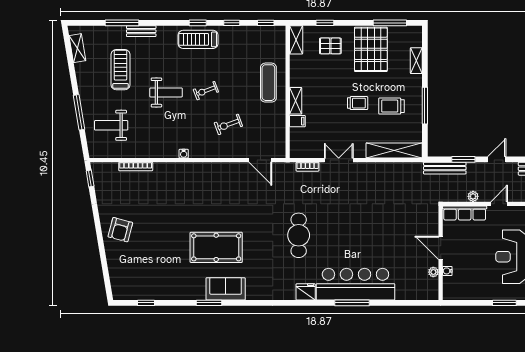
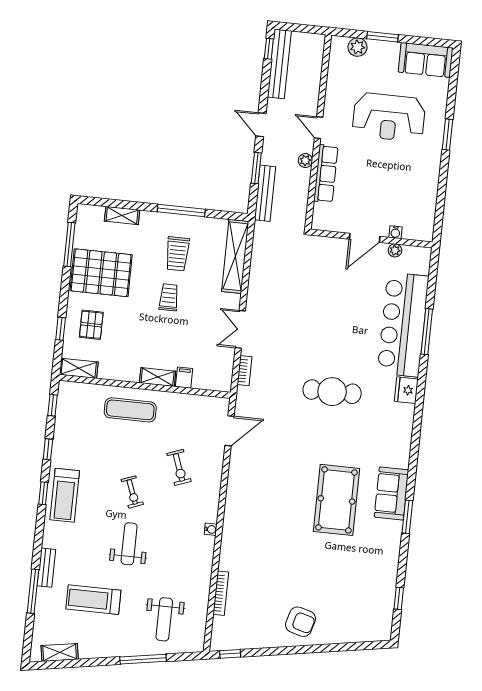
door: (441, 248) -> (365, 238), moved
wall: (441, 253) -> (371, 238), moved
water cooler: (447, 271) -> (395, 232), moved
plant: (433, 272) -> (395, 250), moved

